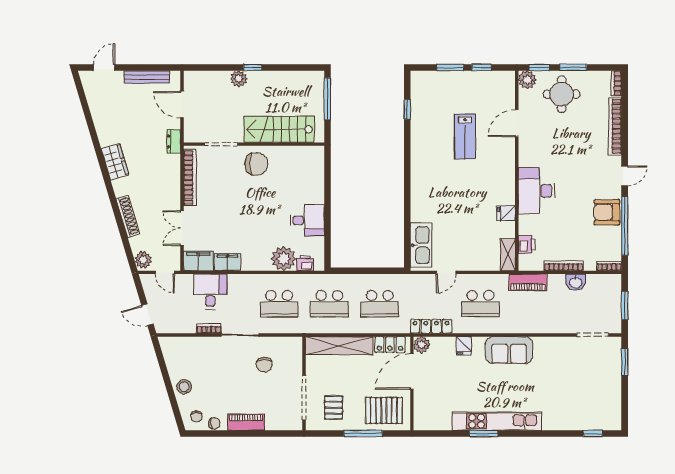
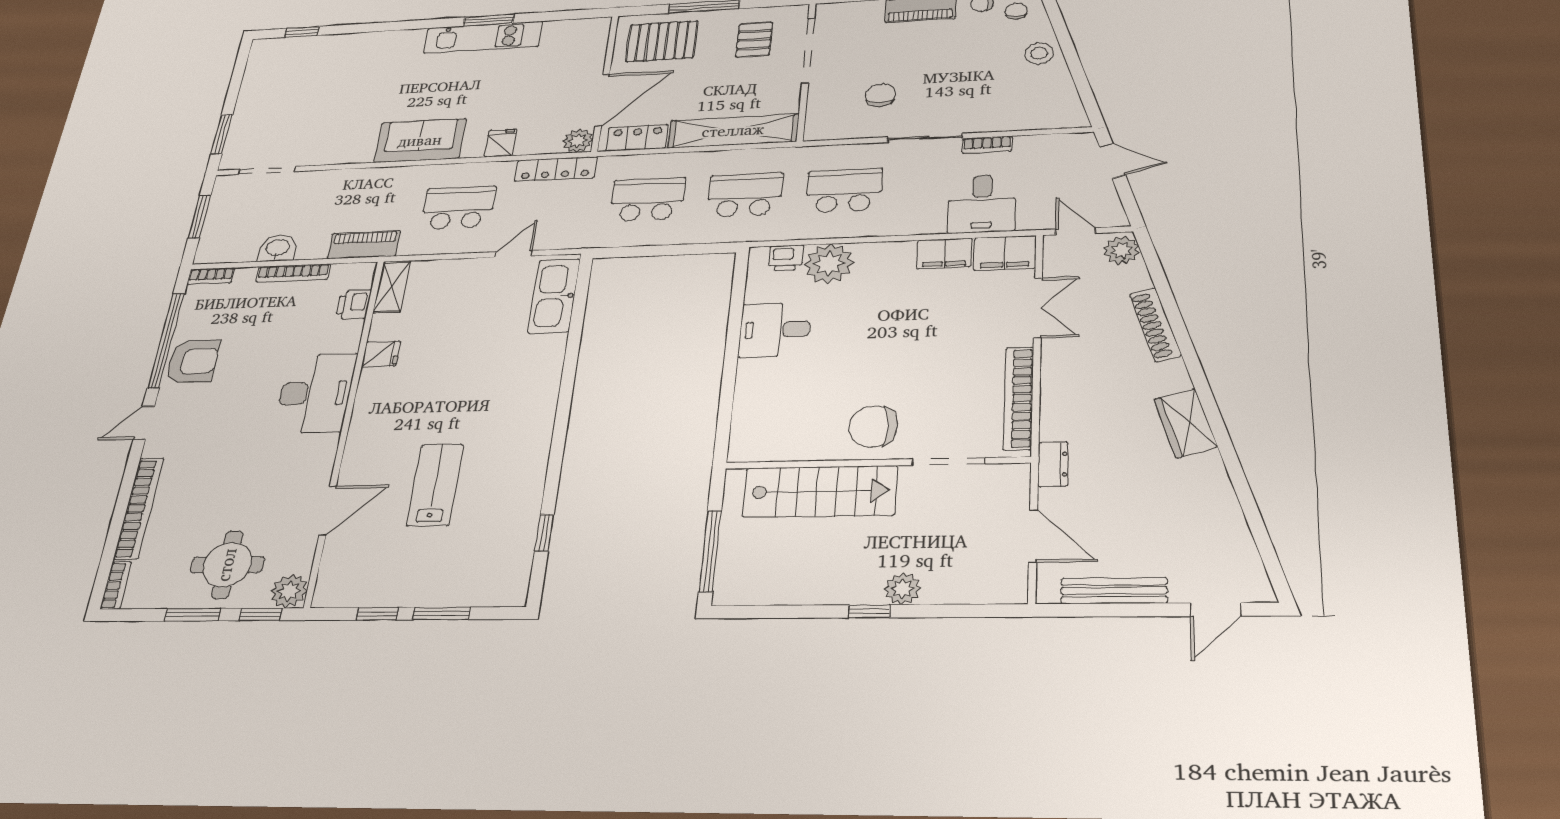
kitchen unit: (497, 421) -> (483, 37), width x0.73

